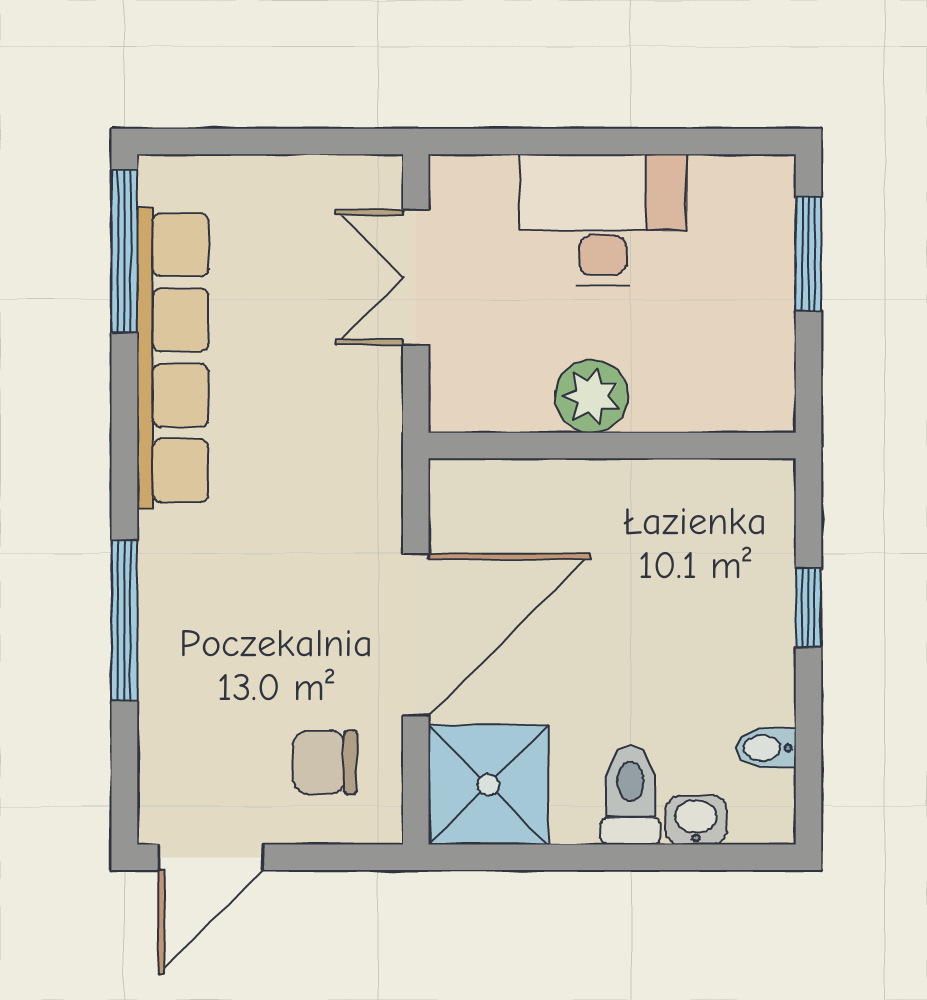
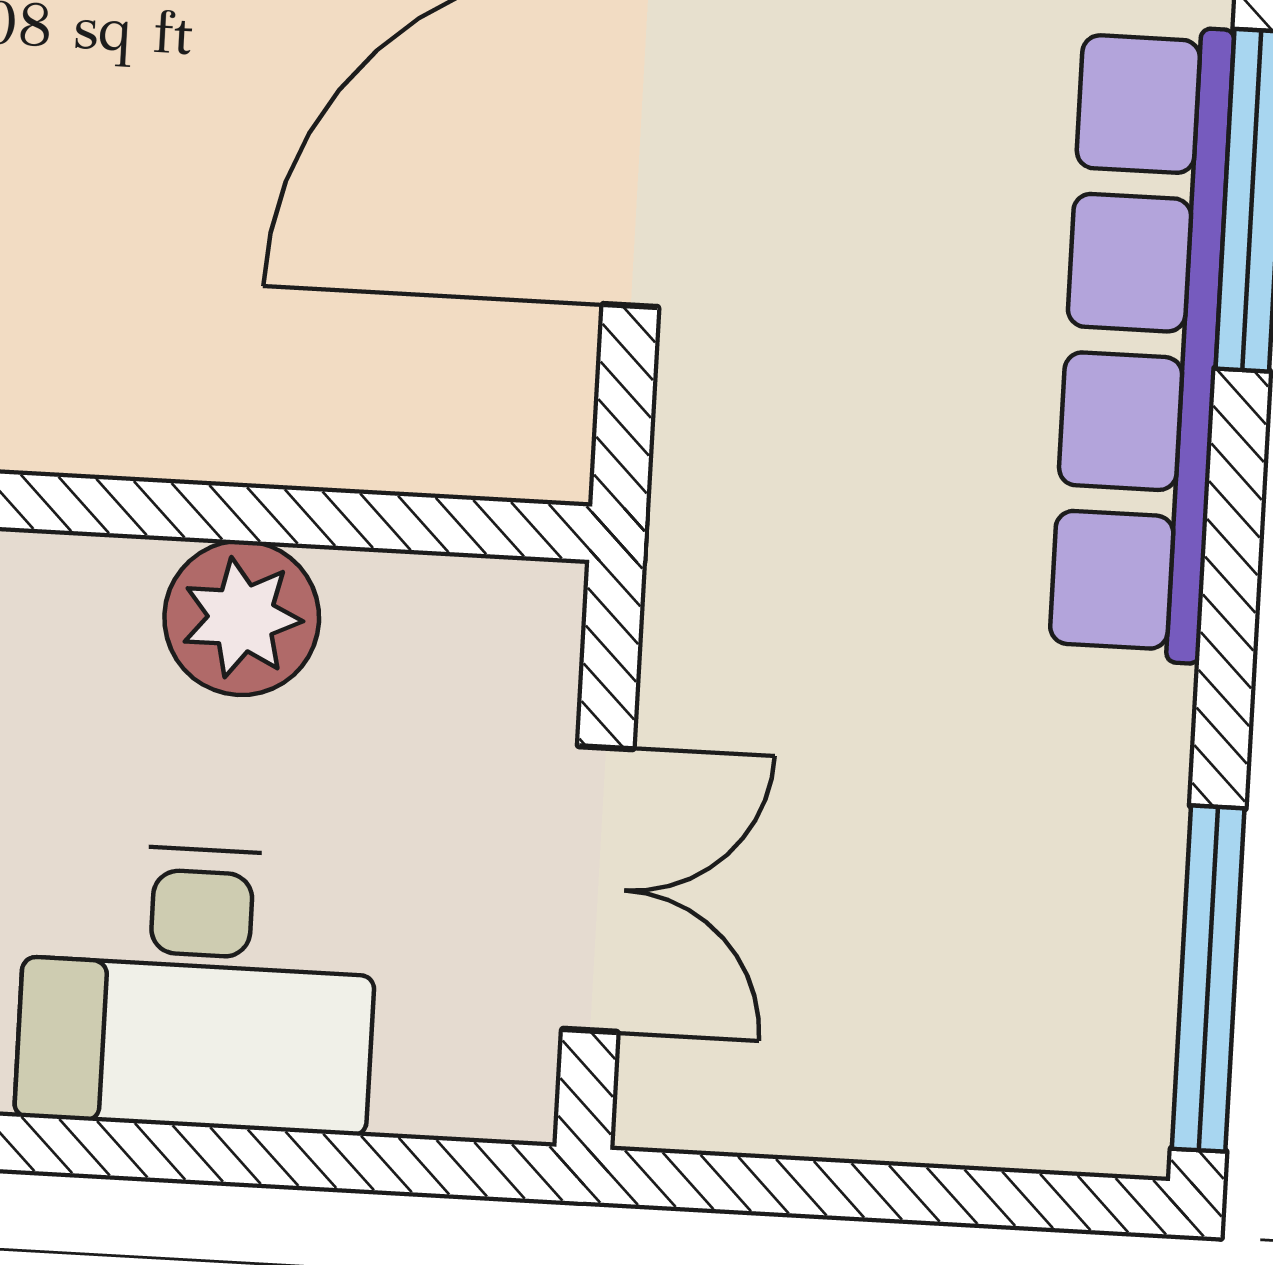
row of seats: (173, 358) -> (1142, 343), moved

